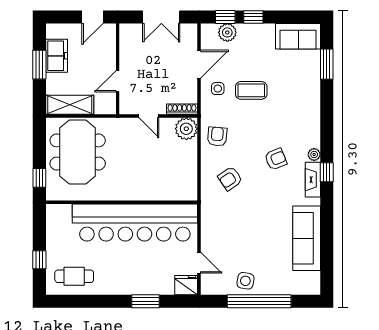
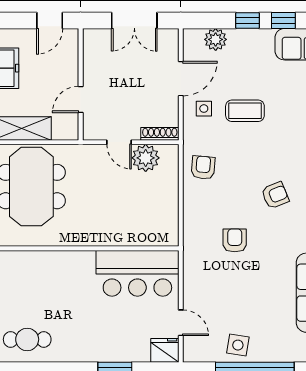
window: (225, 17) -> (283, 20), moved
plant: (186, 129) -> (146, 158), moved
armchair: (230, 179) -> (235, 240), moved, turned 124
bar counter: (135, 222) -> (137, 273), width x0.54

